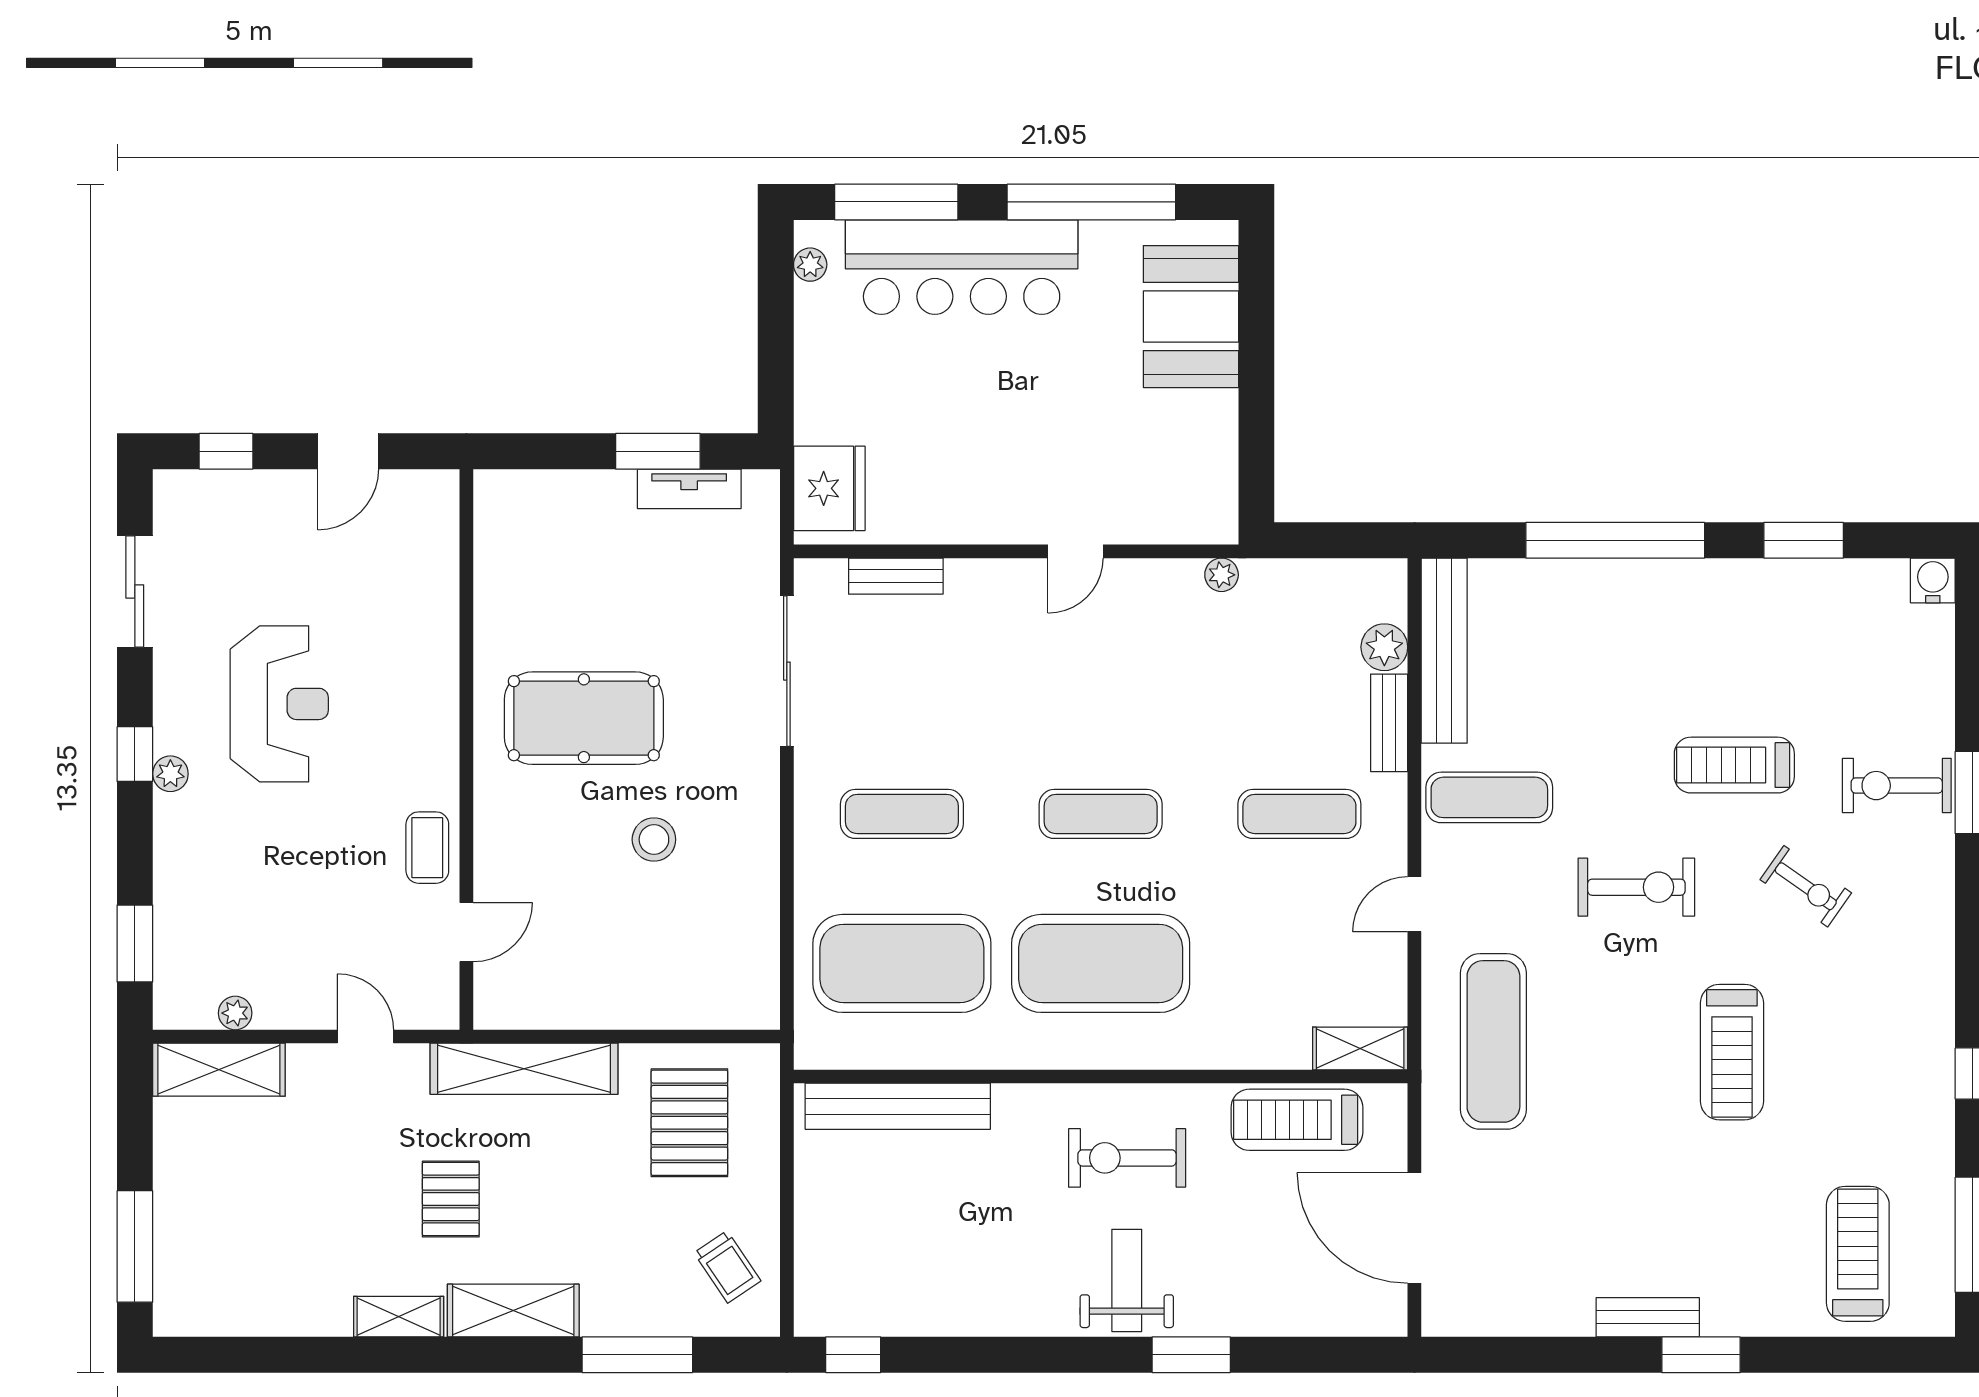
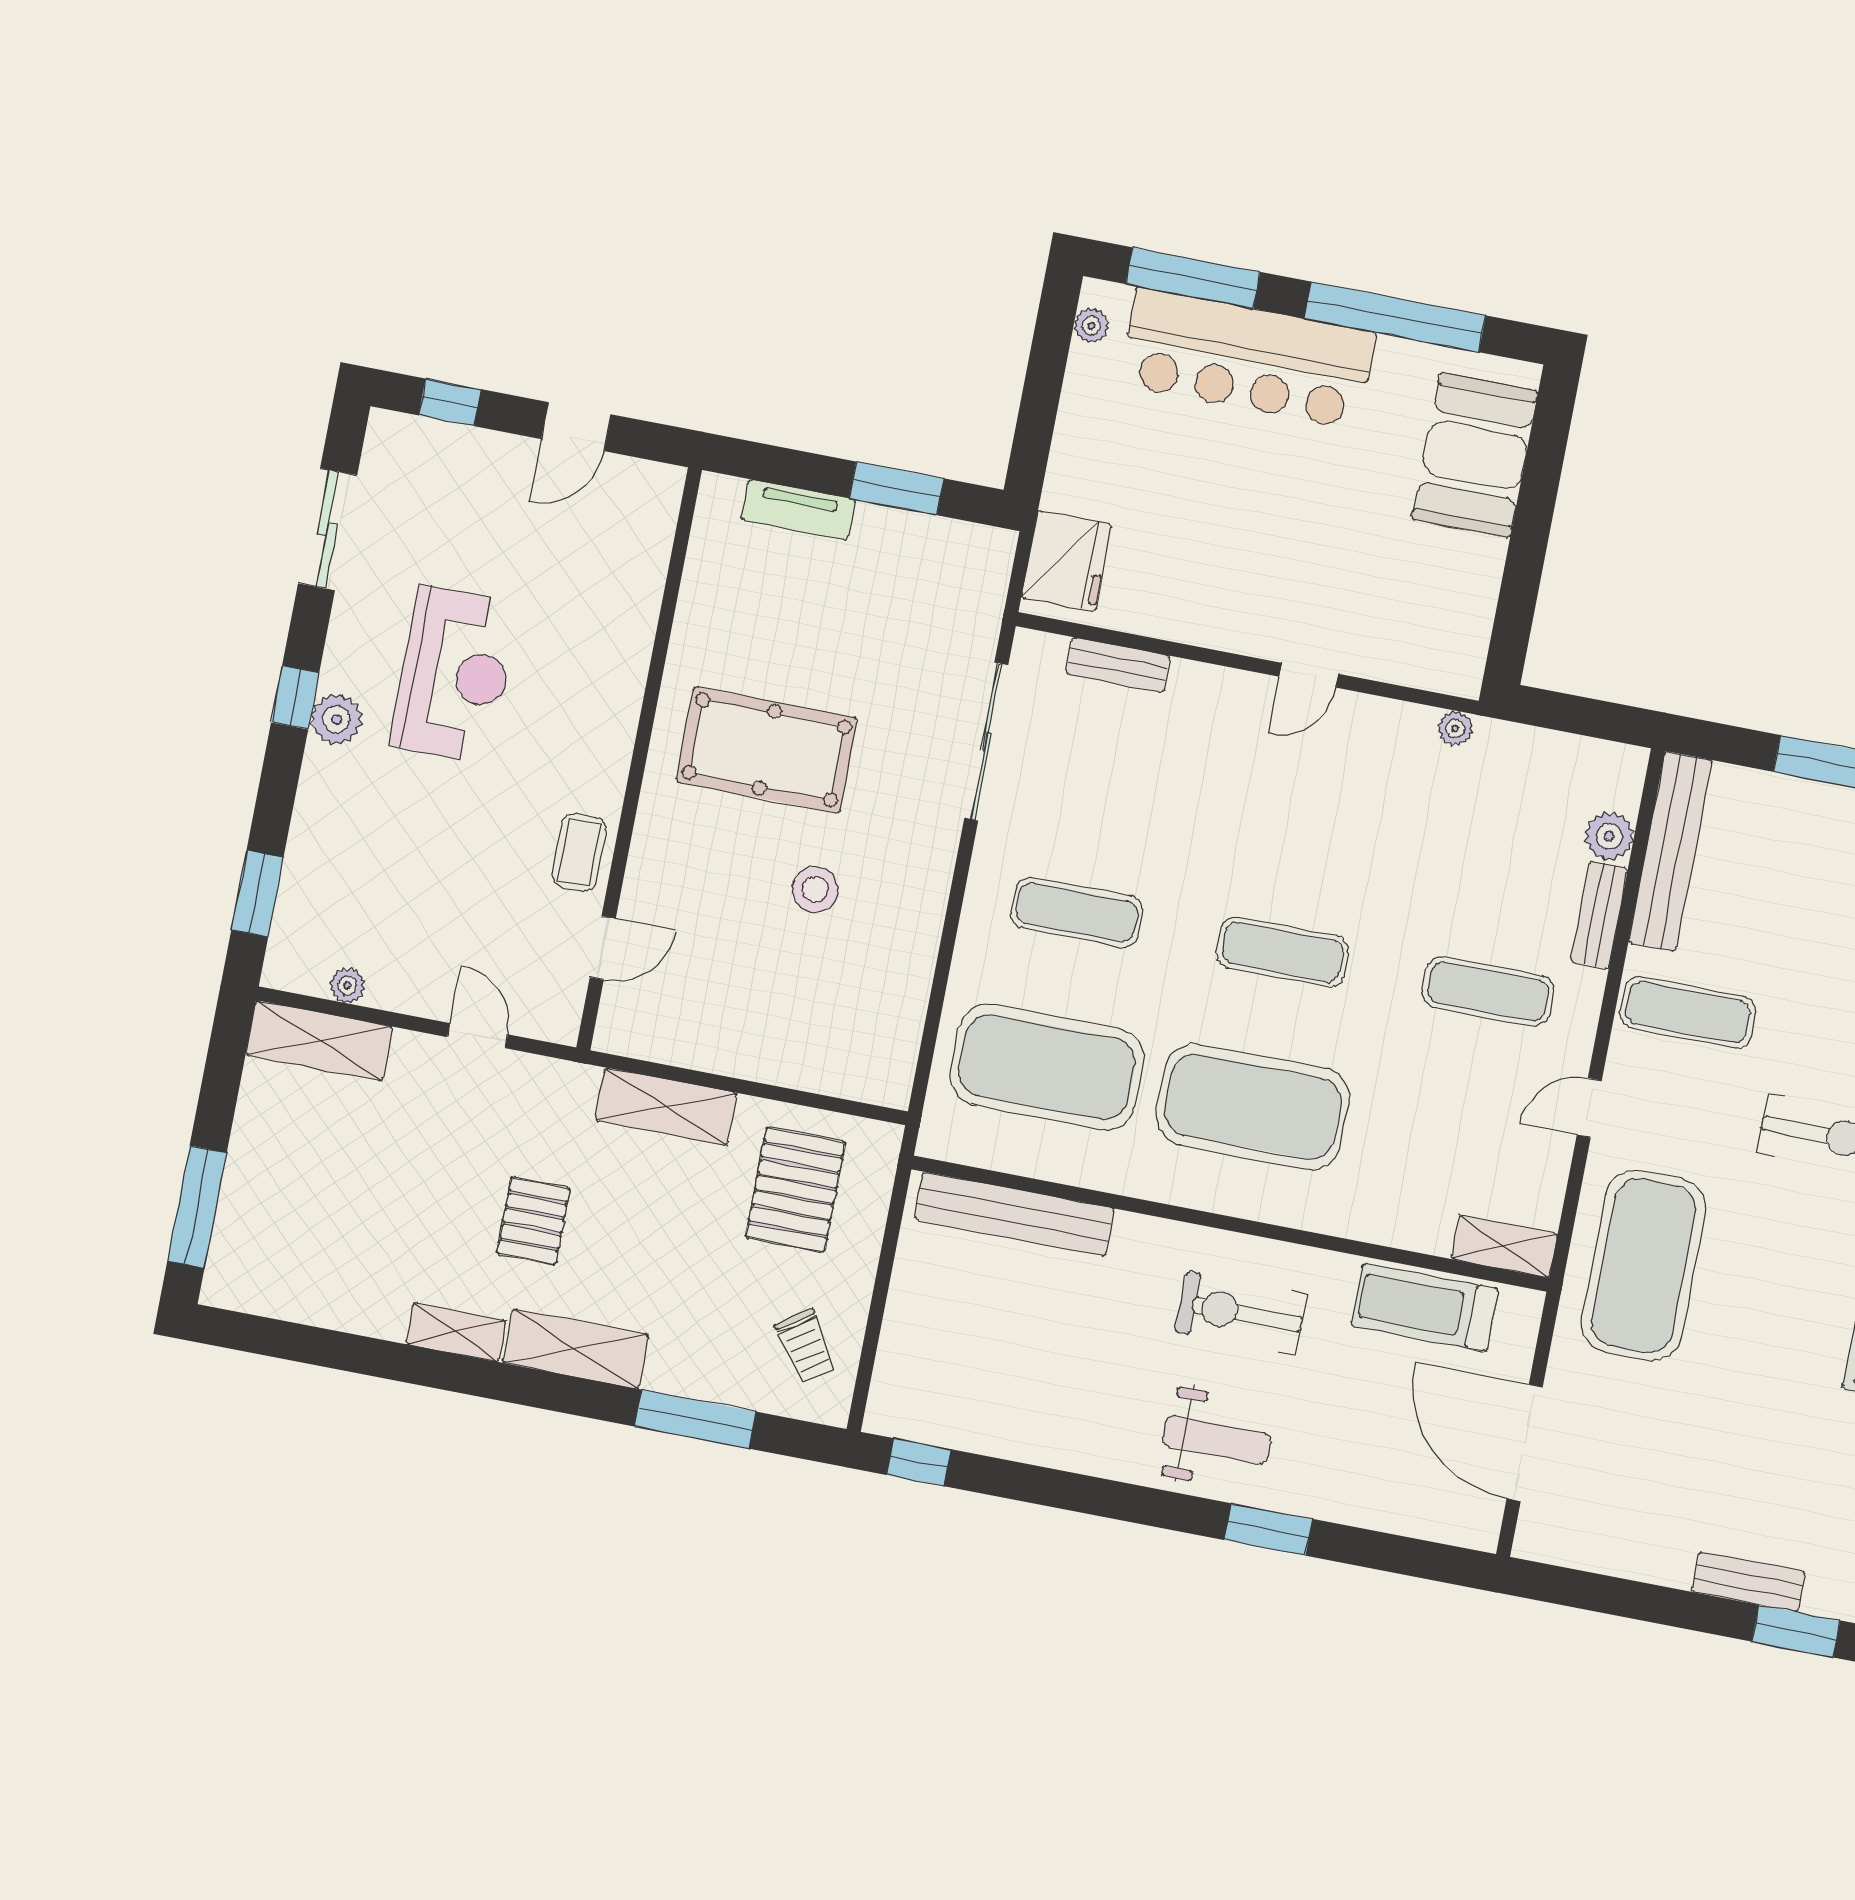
tv unit: (689, 489) -> (798, 510), moved
plant: (170, 774) -> (336, 719), width x1.38, depth x1.38
exercise mat: (1493, 1041) -> (1644, 1265), width x1.47
shelving: (524, 1069) -> (666, 1107), width x0.68
weight bench: (1127, 1280) -> (1217, 1440), turned 90

